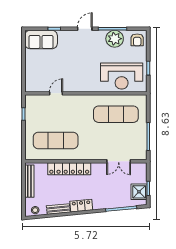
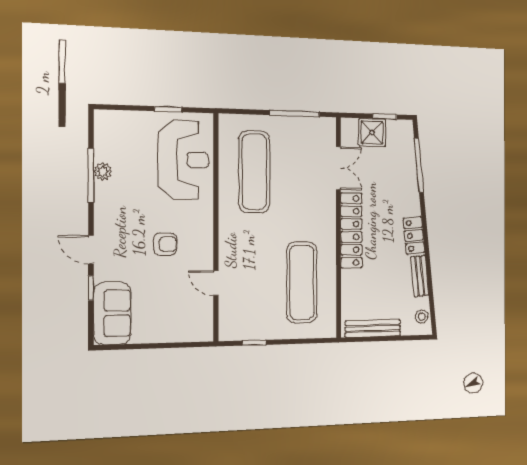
door: (85, 29) -> (91, 250), moved
plant: (115, 39) -> (103, 172), width x0.53, depth x0.53
armchair: (137, 40) -> (165, 244), moved
locker: (69, 169) -> (351, 230), moved
shower: (139, 192) -> (372, 132), moved

